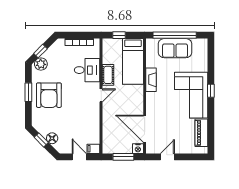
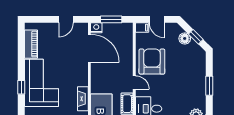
armchair: (49, 95) -> (152, 62), moved
door: (101, 95) -> (134, 83), swing flipped

